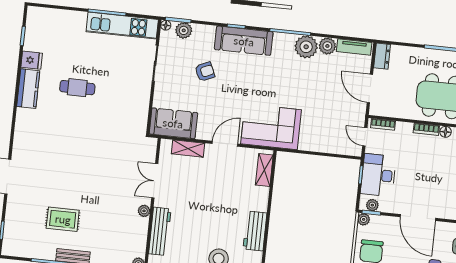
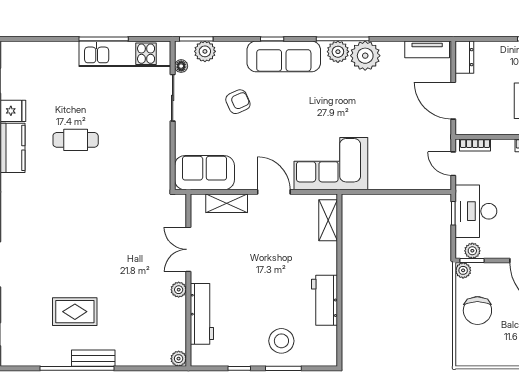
floor lamp: (166, 25) -> (181, 66), moved
plant: (327, 46) -> (338, 52), moved
door: (225, 144) -> (274, 192), hinge flipped

